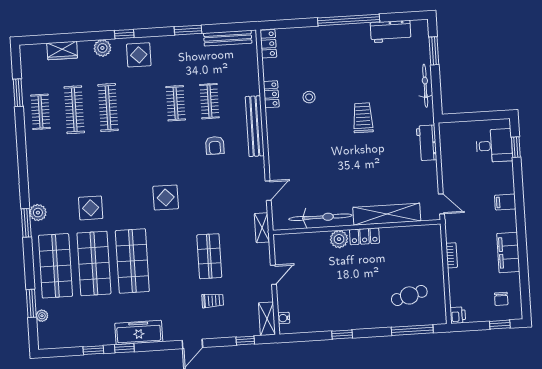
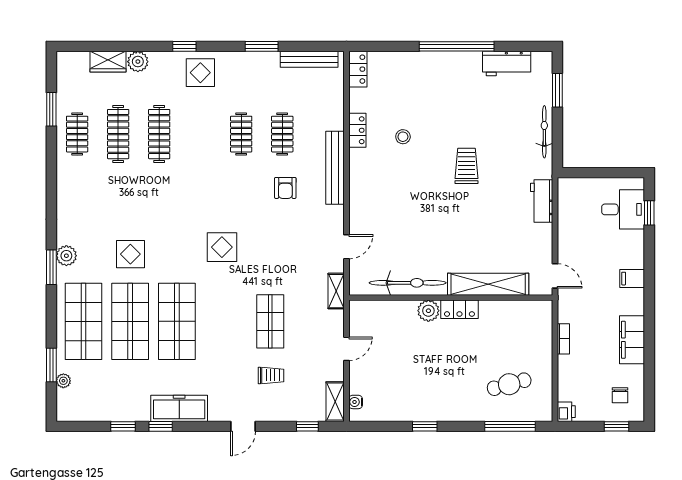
plant: (102, 48) -> (138, 62), moved

